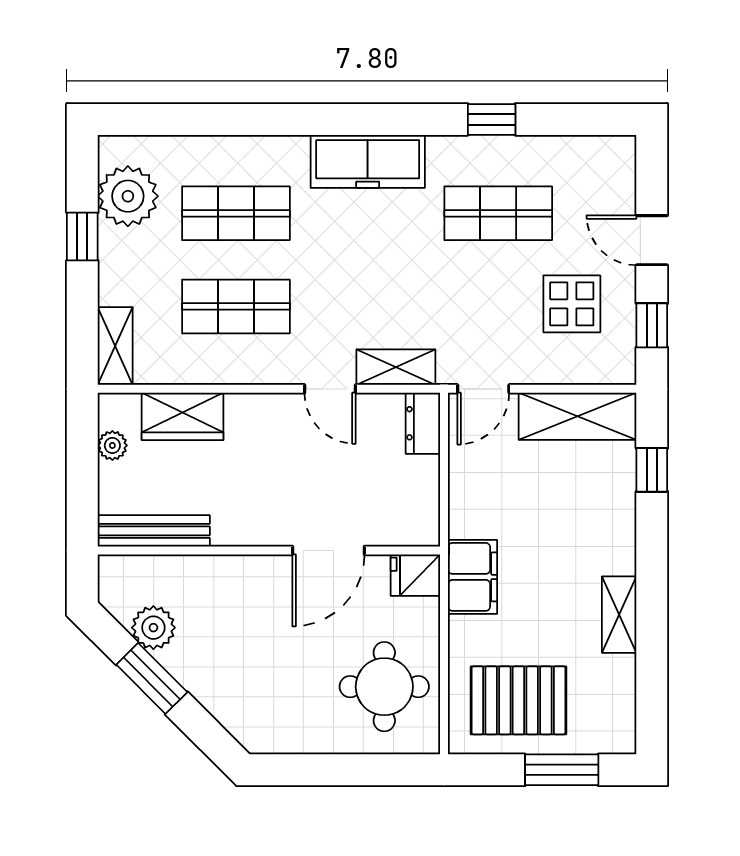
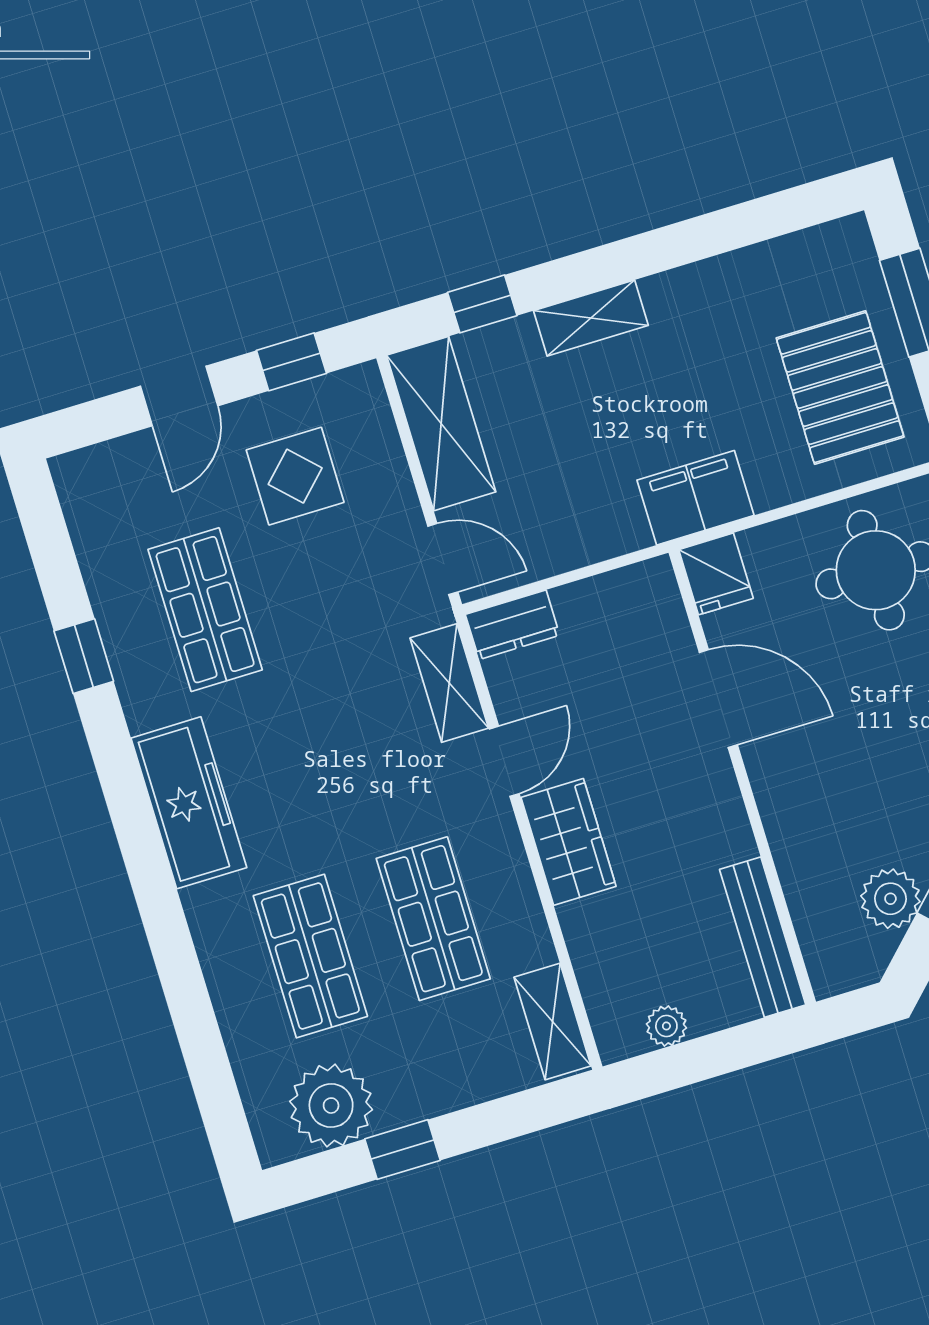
shelving: (115, 346) -> (553, 1022), moved, turned 90
wardrobe: (183, 416) -> (568, 842), moved
shelving: (619, 615) -> (591, 318), moved

